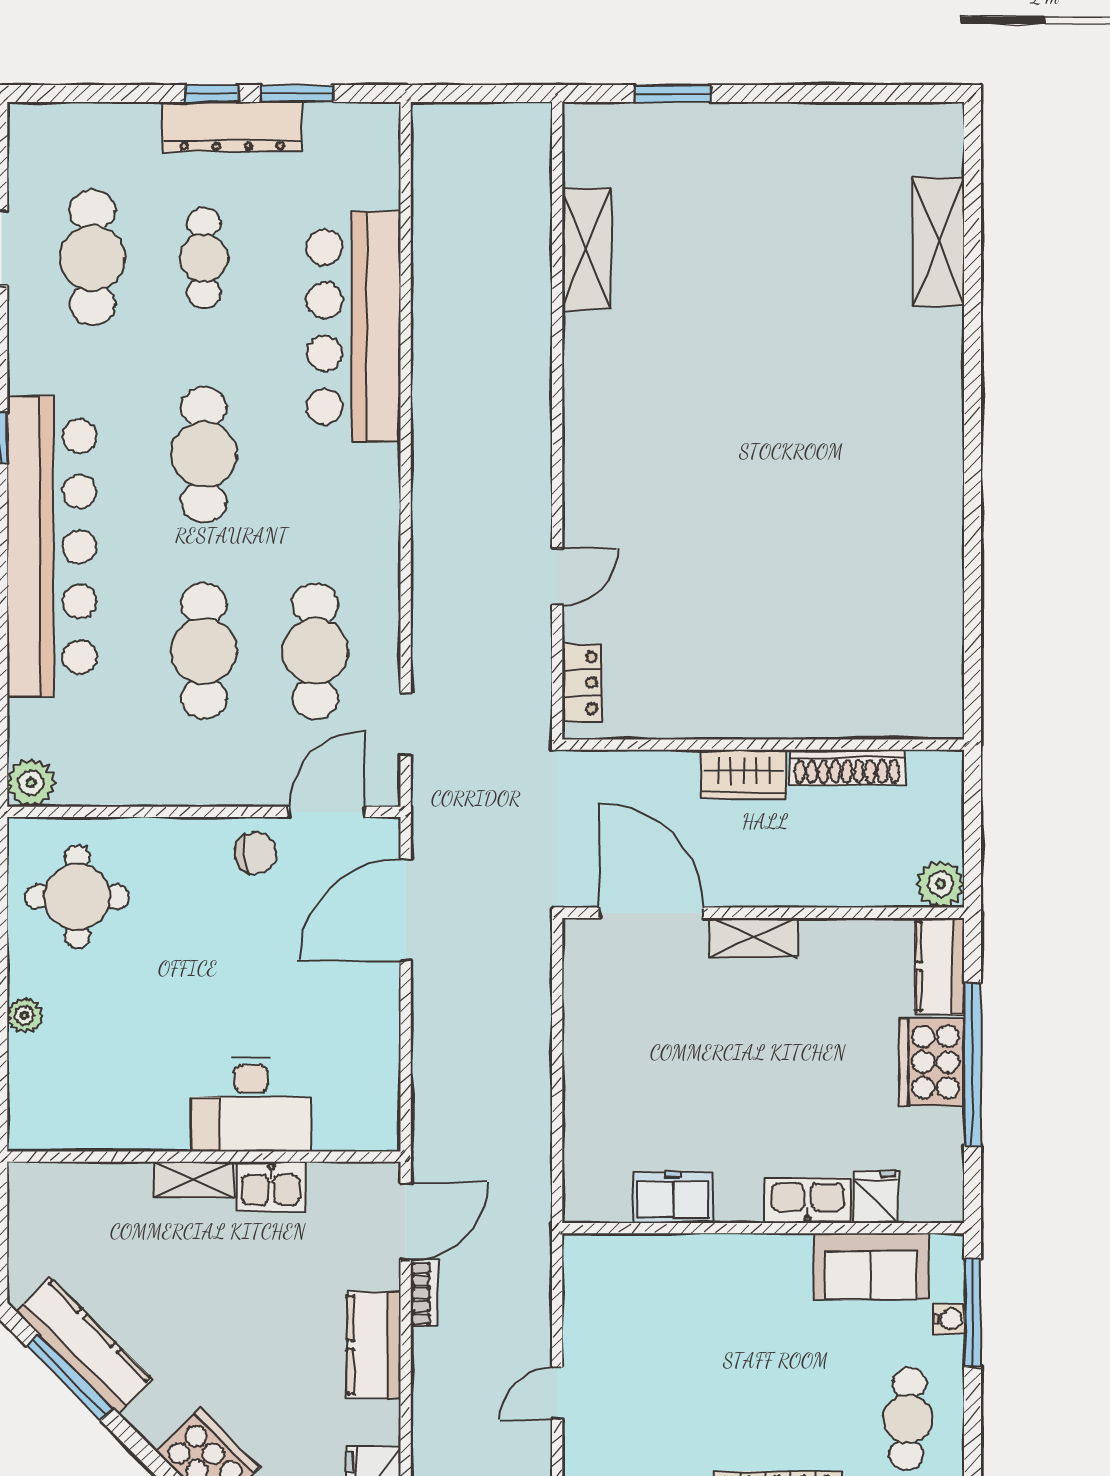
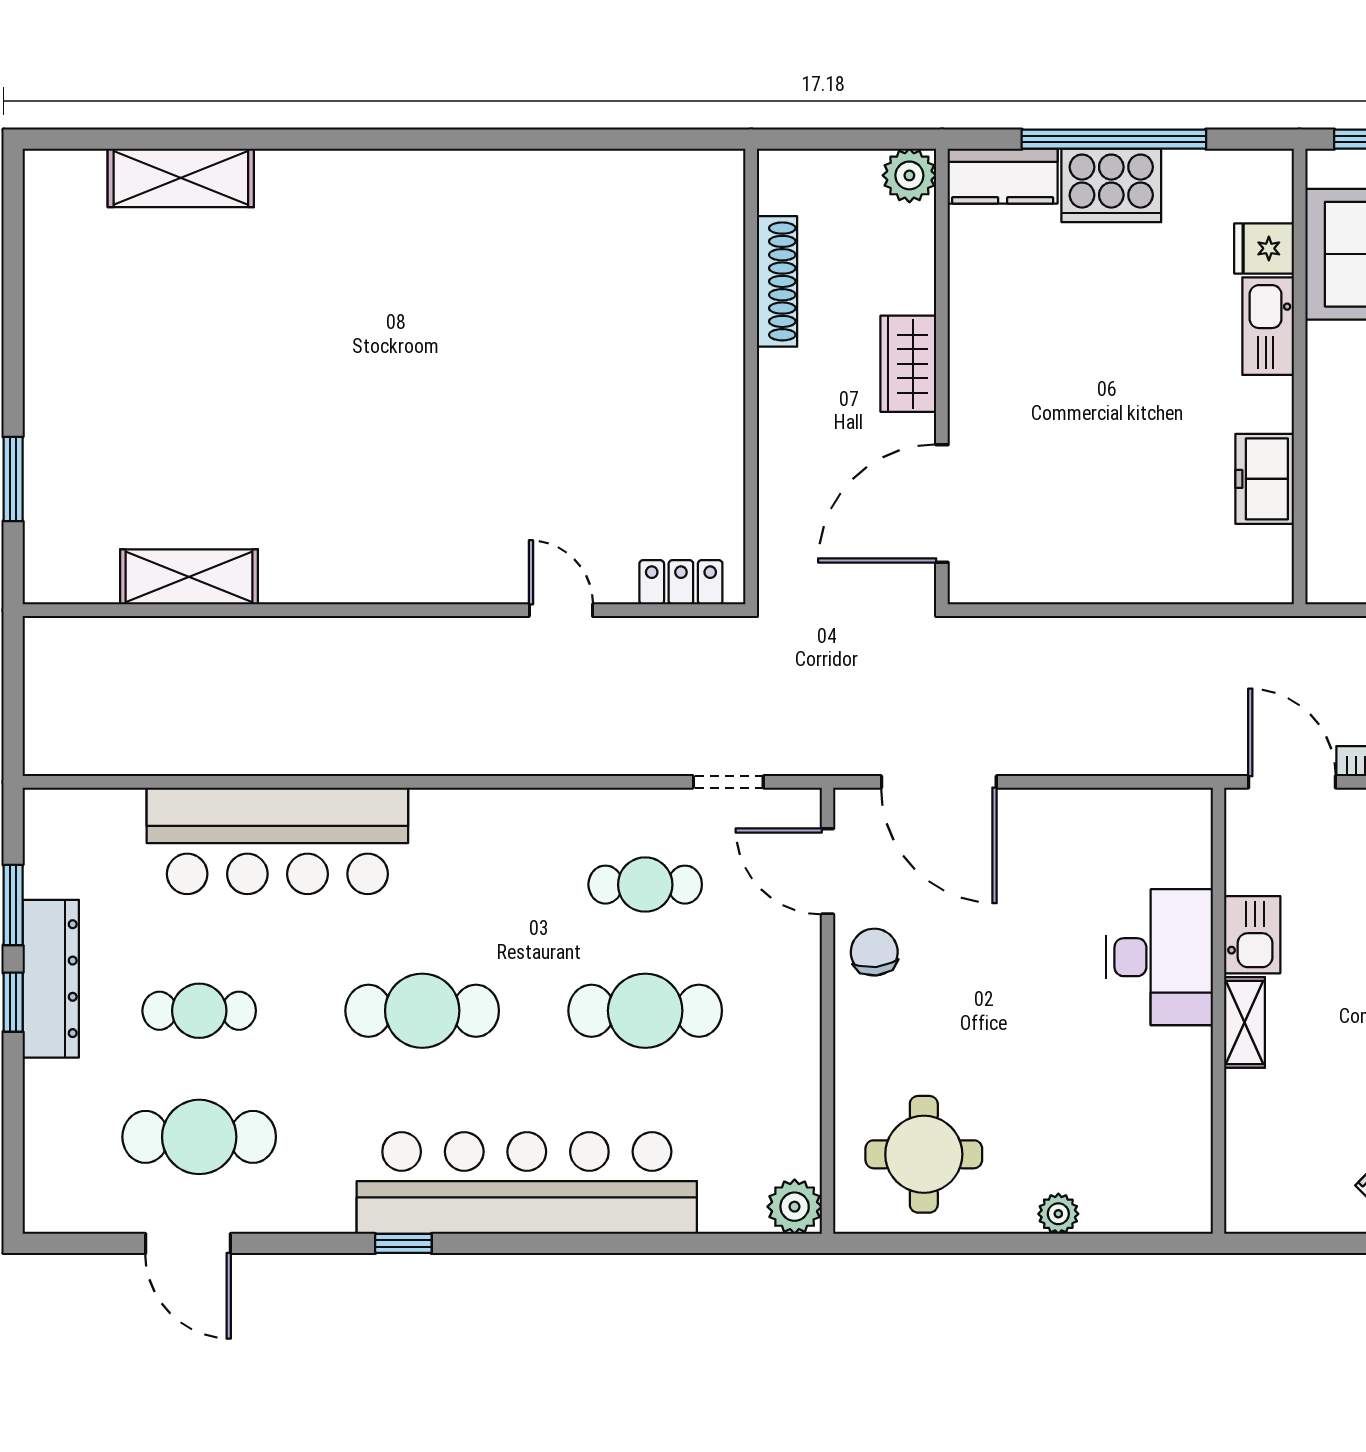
cafe table: (315, 651) -> (645, 885), width x0.73, depth x0.74
wardrobe: (744, 774) -> (908, 364), moved, turned 180
shelving: (753, 937) -> (970, 388), removed

